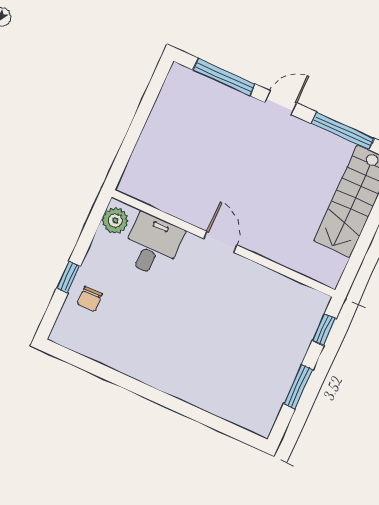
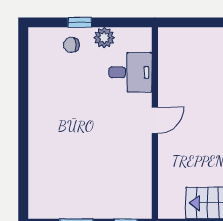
plant: (115, 221) -> (104, 38), moved

